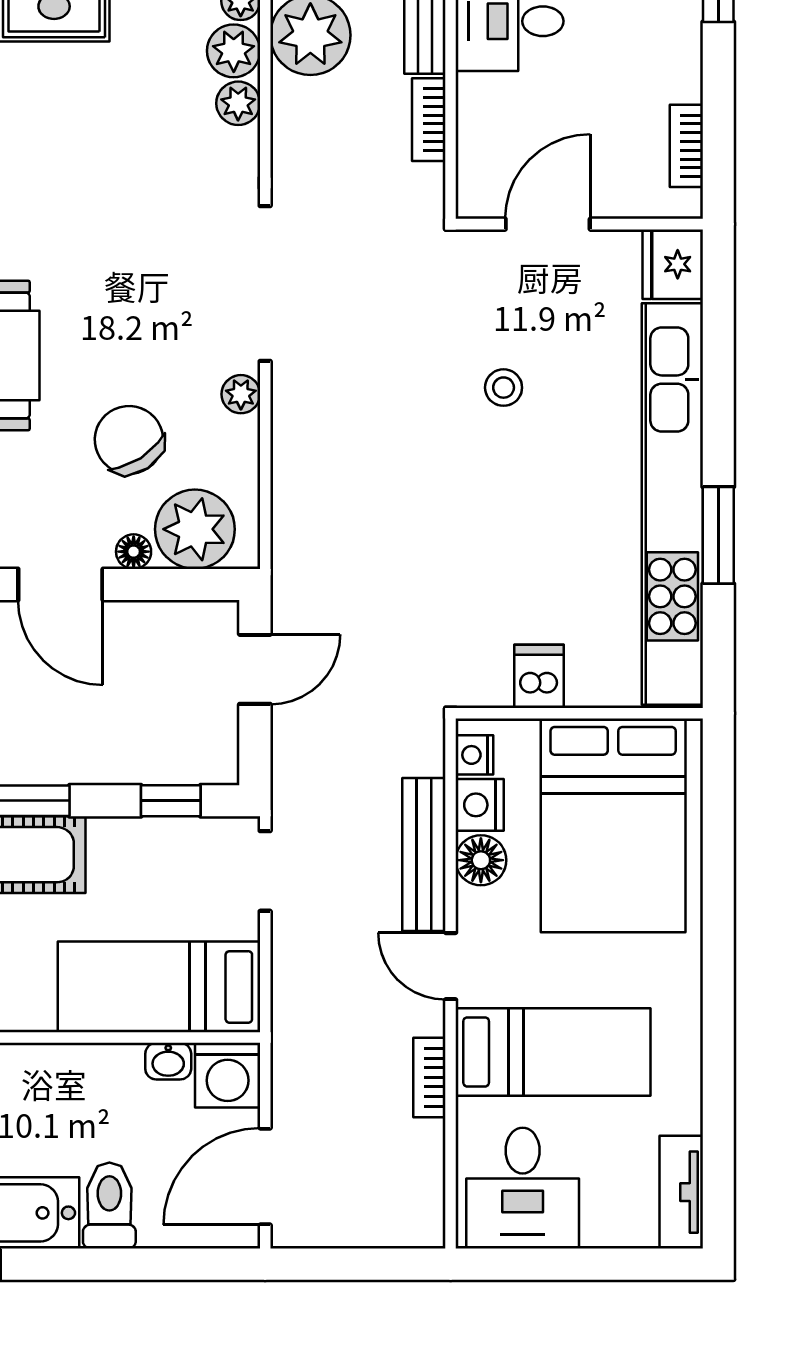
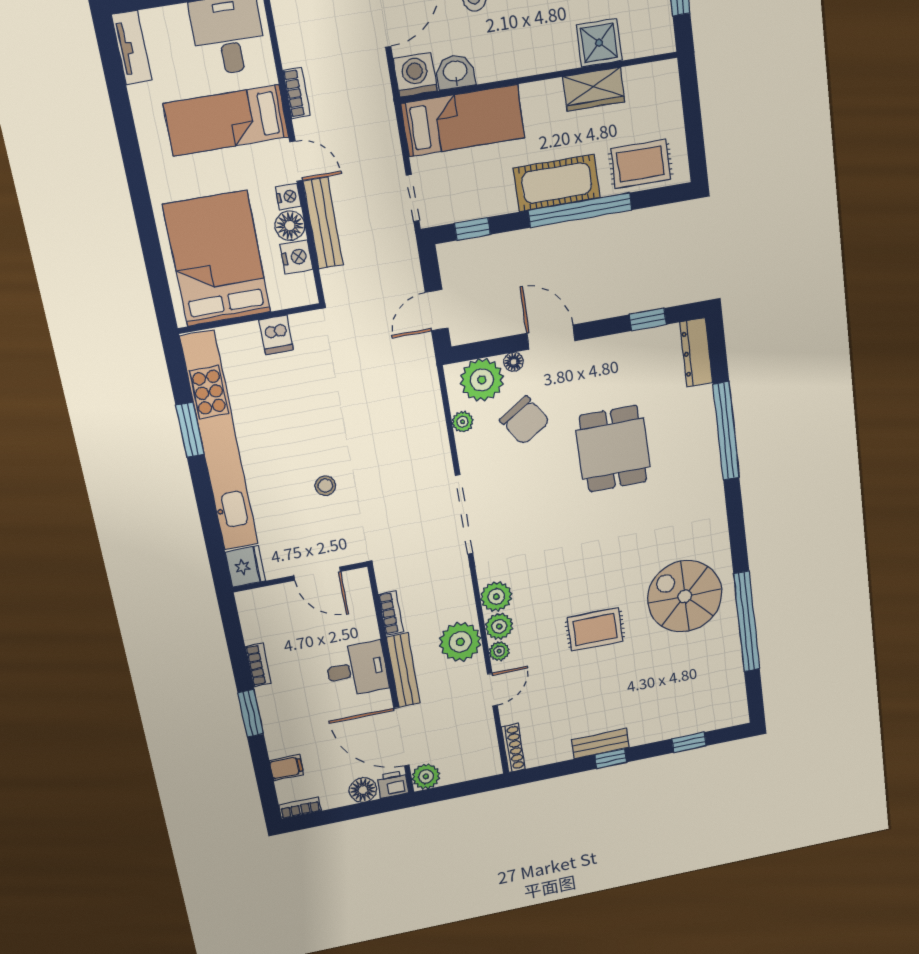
plant: (238, 103) -> (496, 597), width x1.38, depth x1.38
bookcase: (686, 146) -> (258, 665), moved
door: (548, 224) -> (317, 574), hinge flipped
plant: (241, 394) -> (463, 422), moved
nightstand: (474, 755) -> (288, 197), moved
washbasin: (168, 1061) -> (455, 72), width x1.38, depth x1.45

